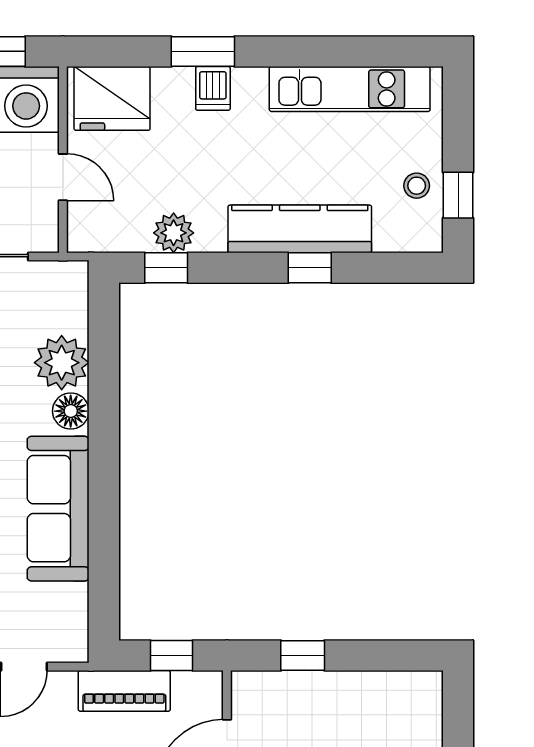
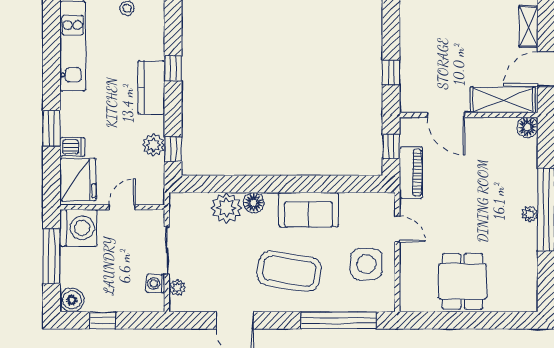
dishwasher: (213, 88) -> (72, 147), moved
kitchen counter: (300, 229) -> (151, 87), width x0.67
sofa: (58, 509) -> (309, 210), width x0.73

